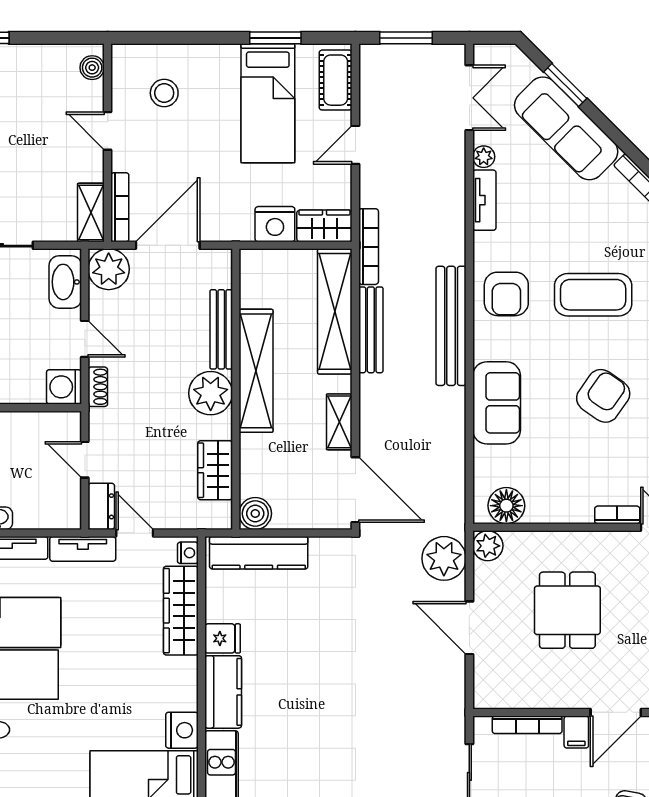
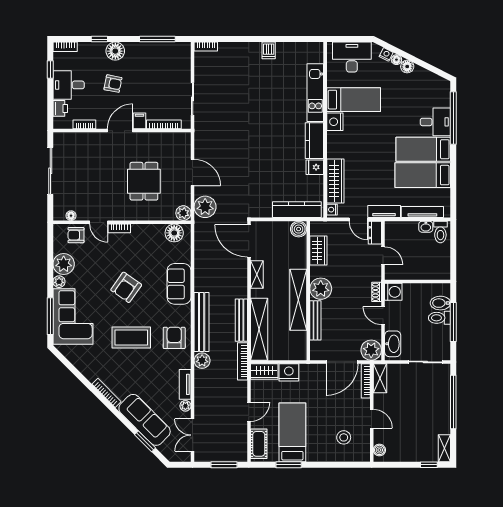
plant: (450, 248) -> (202, 361), added

